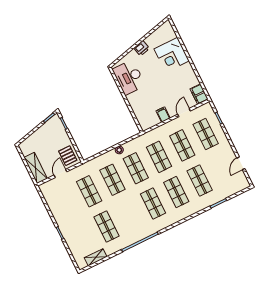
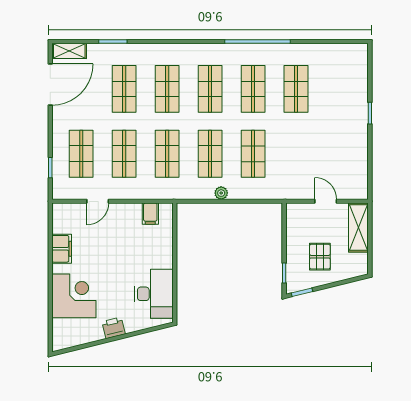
filing cabinet: (199, 94) -> (62, 249), moved
filing cabinet: (163, 115) -> (150, 214), moved
pallet: (68, 156) -> (320, 257), moved
door: (241, 163) -> (50, 84), width x1.88
door: (60, 173) -> (326, 201), swing flipped
shop shelf: (89, 191) -> (253, 89), moved
shelving: (96, 257) -> (69, 51), moved

